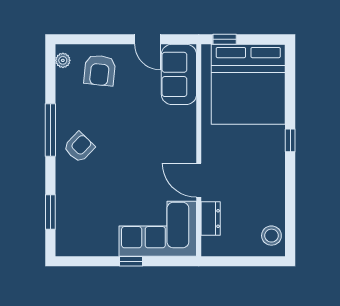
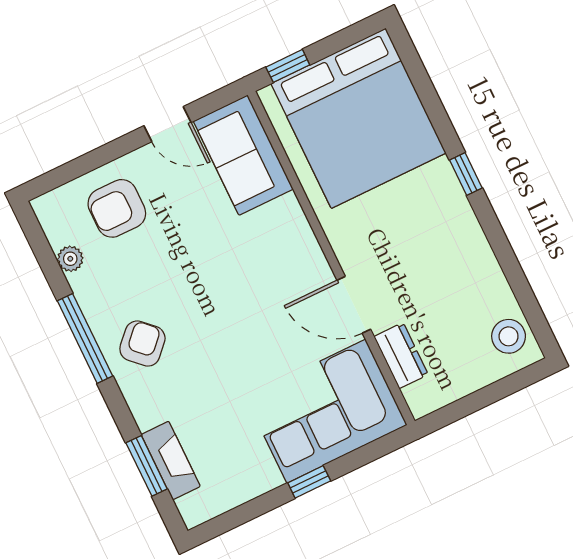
plant: (63, 60) -> (70, 259), moved
armchair: (100, 70) -> (117, 208), turned 84
fireplace: (64, 215) -> (171, 460), added

